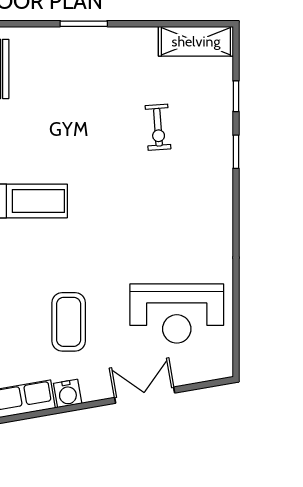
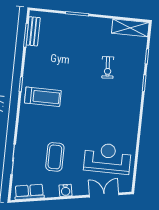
reception desk: (177, 314) -> (107, 158), turned 180
water cooler: (68, 393) -> (66, 190), moved
double door: (145, 395) -> (104, 195), moved

